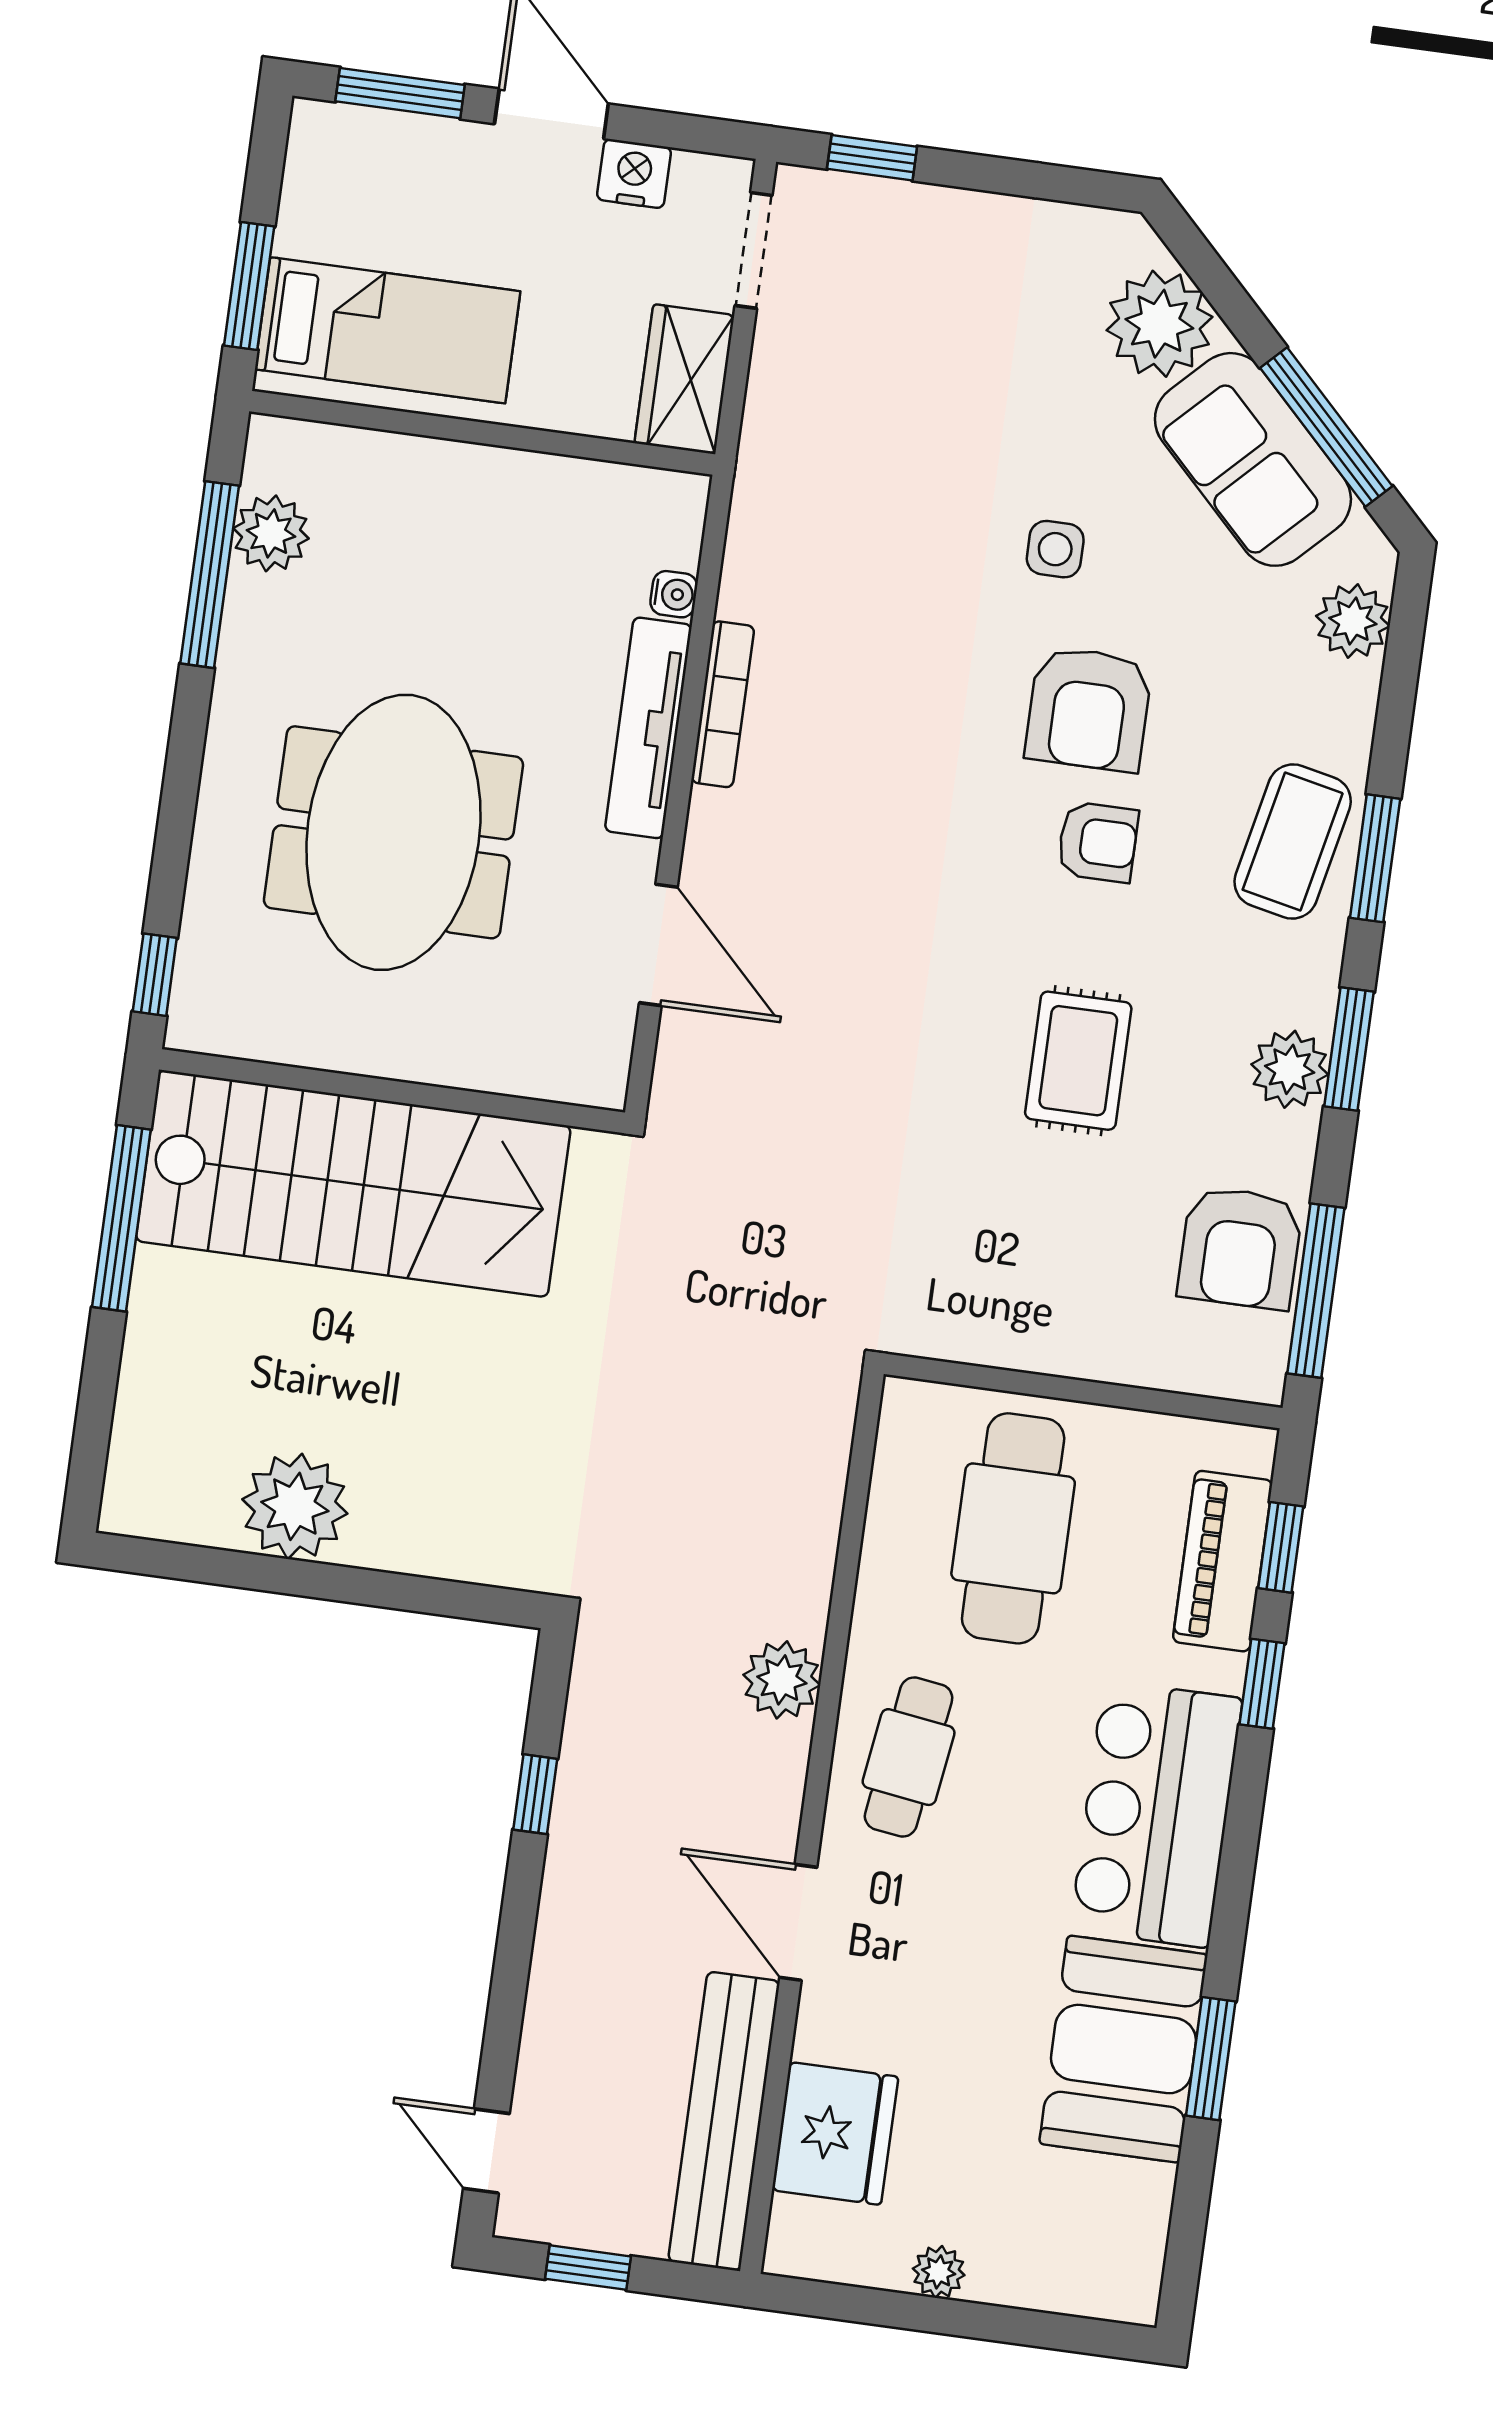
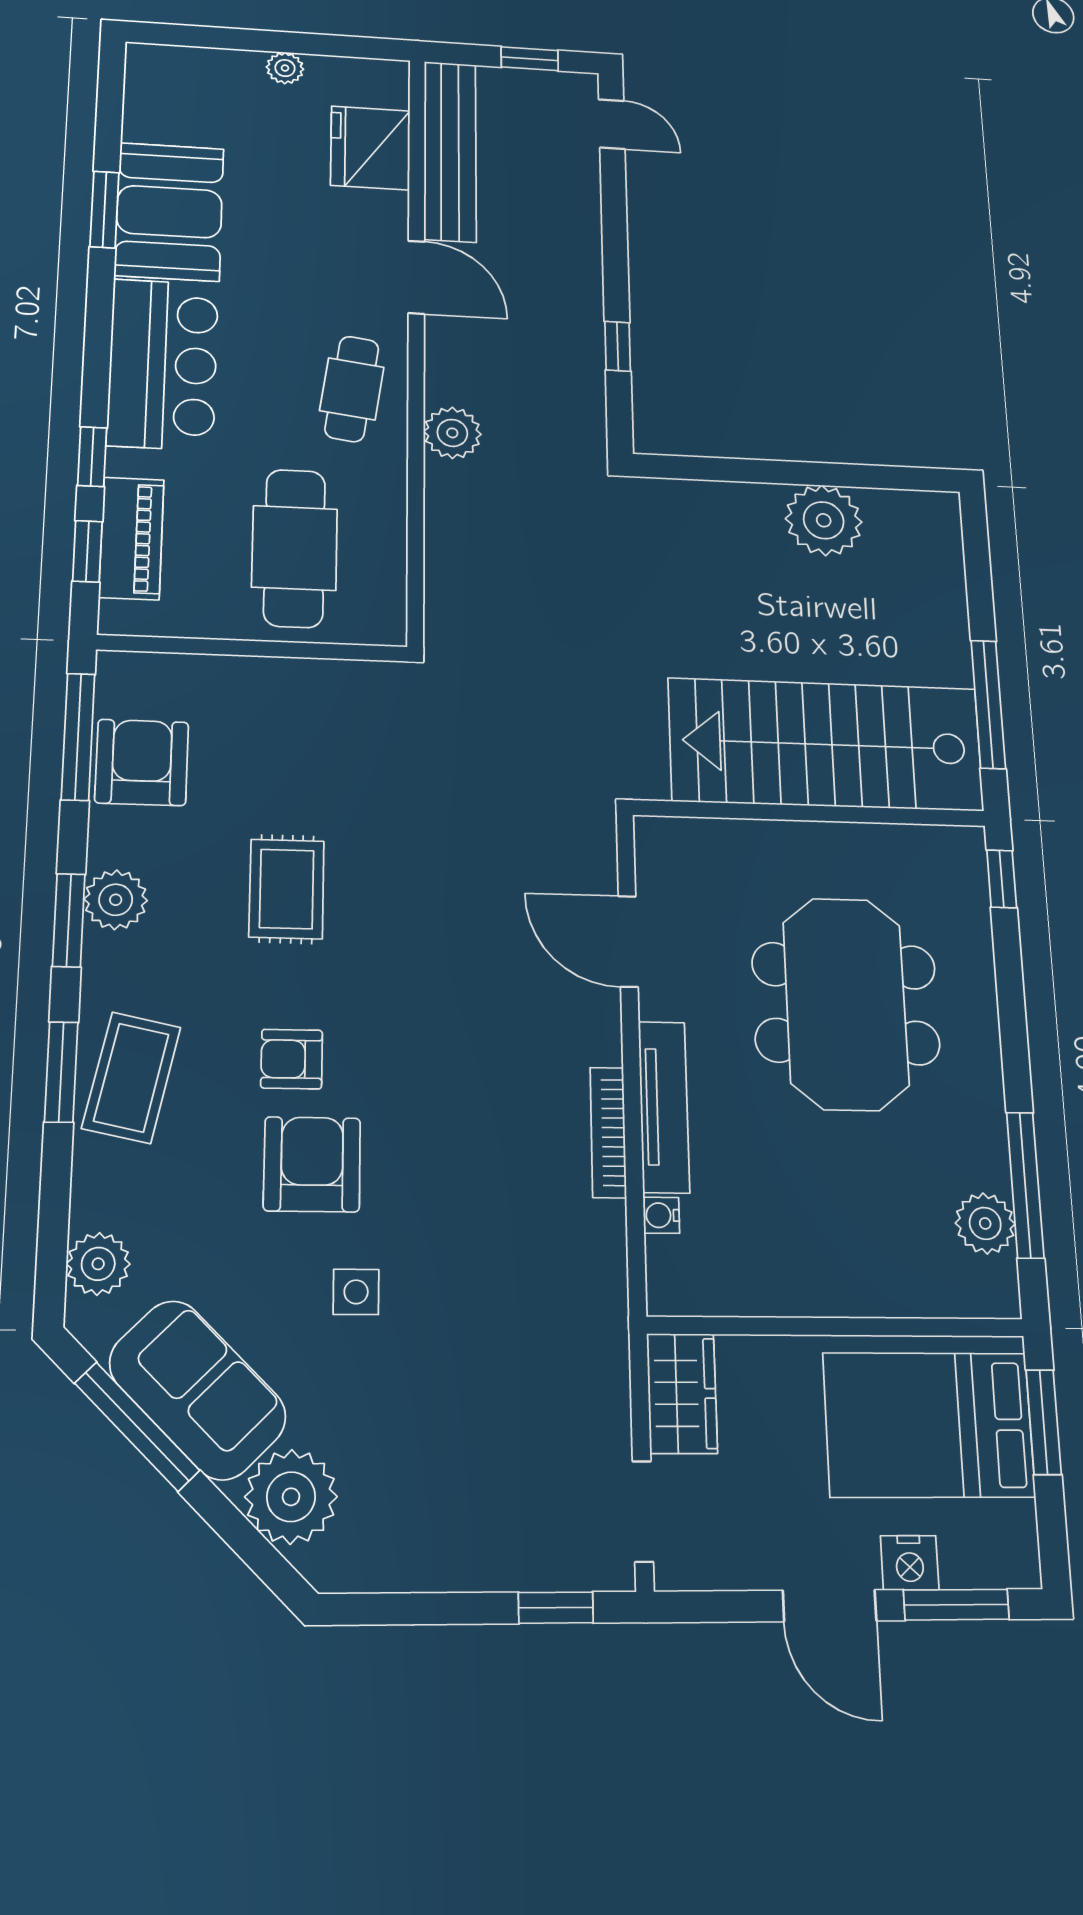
nightstand: (634, 174) -> (910, 1563), moved
bed: (388, 330) -> (929, 1425), width x1.50

